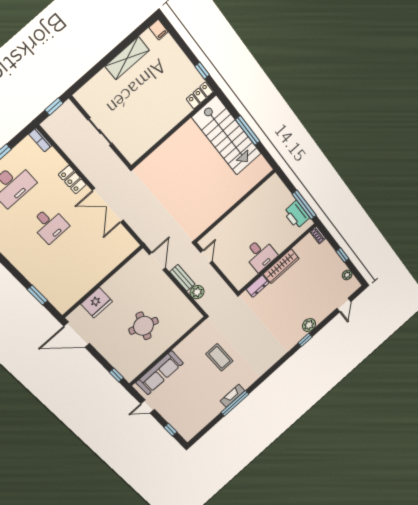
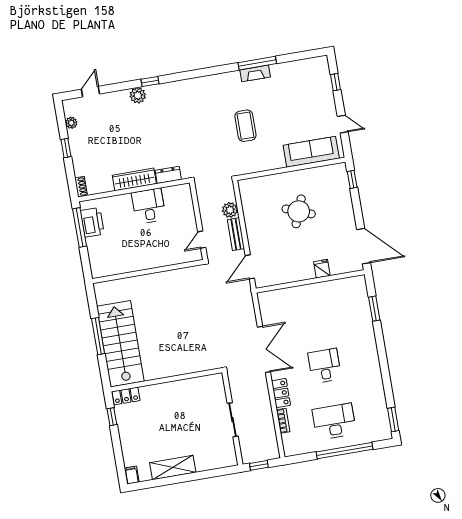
bookcase: (40, 140) -> (283, 421), moved
fridge: (97, 303) -> (322, 269), width x0.53, depth x0.75

